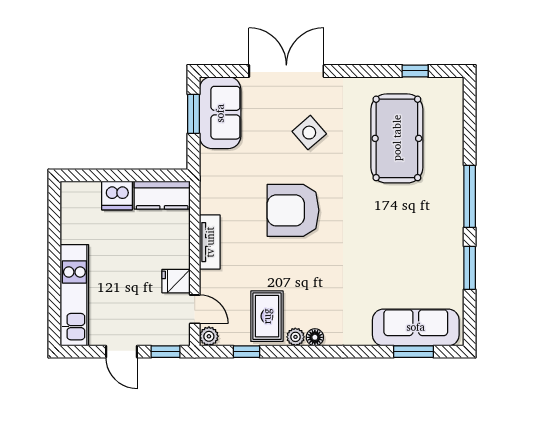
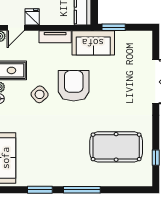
sofa: (220, 113) -> (93, 43), moved
window: (194, 114) -> (114, 27), moved
side table: (309, 133) -> (40, 94), moved

